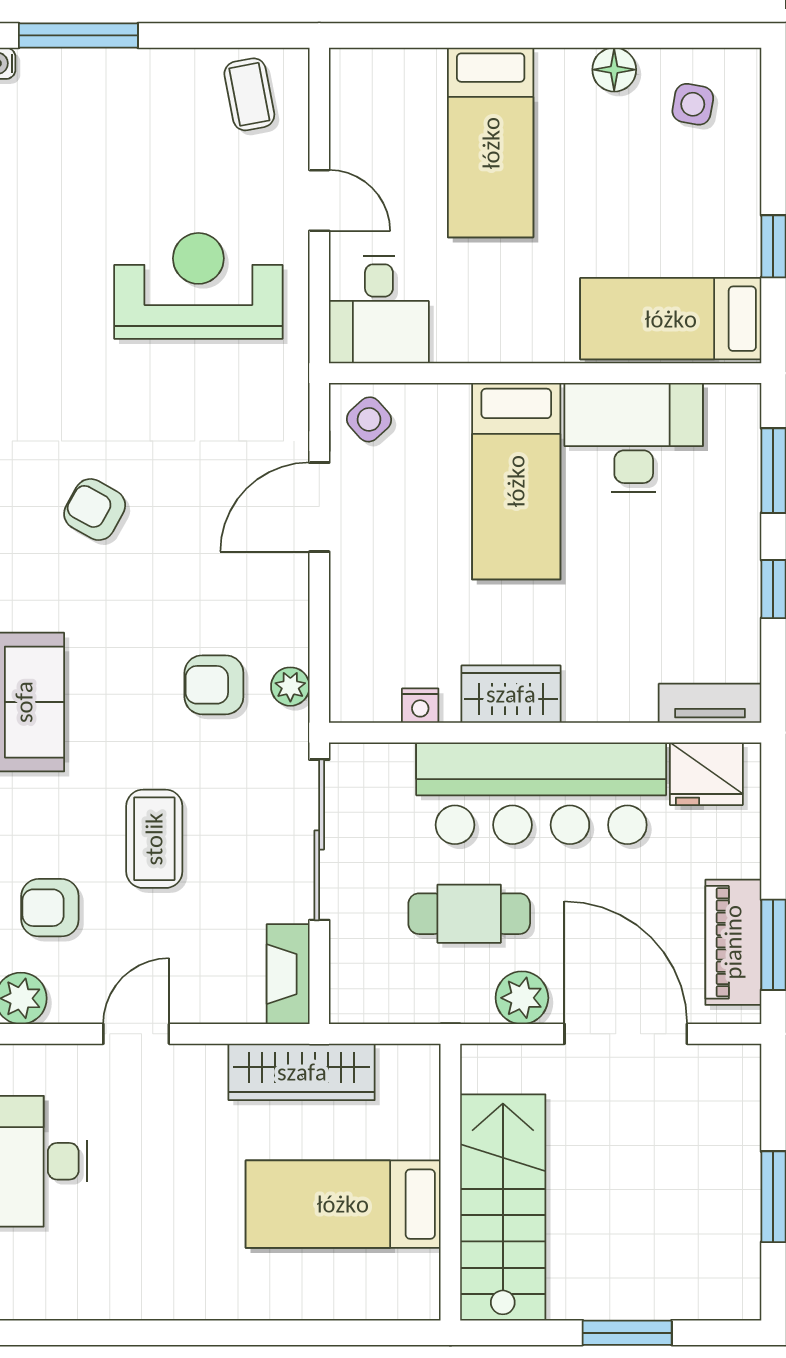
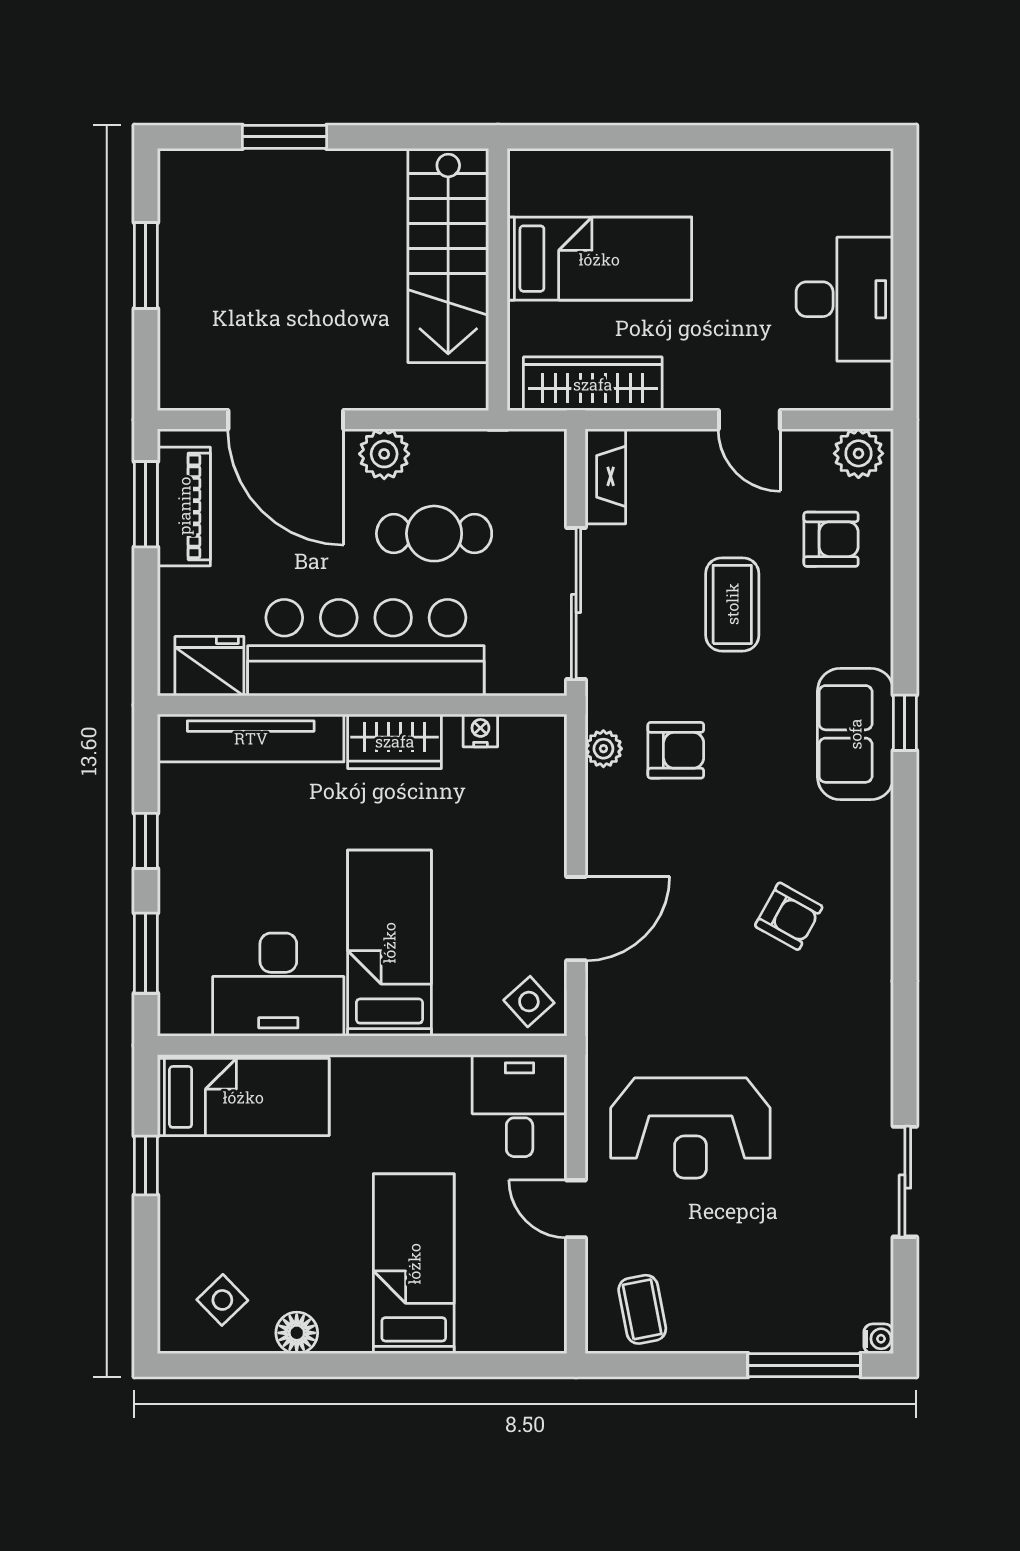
side table: (693, 104) -> (222, 1300), turned 36
tv unit: (710, 703) -> (251, 738), width x1.92, depth x1.29
door: (136, 1034) -> (749, 420), hinge flipped
wall: (450, 1182) -> (498, 279), moved
bed: (343, 1204) -> (599, 259), moved
stairs: (503, 1207) -> (448, 255), moved

